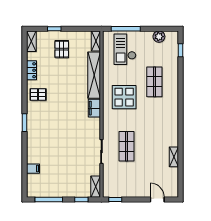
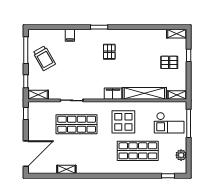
checkout: (125, 49) -> (169, 123), turned 180
locker: (32, 70) -> (149, 34), removed
shop shelf: (154, 82) -> (138, 151), width x1.43, depth x1.36
pallet: (38, 94) -> (109, 52), moved
shop shelf: (127, 146) -> (77, 124), width x1.43, depth x1.36
filing cabinet: (33, 169) -> (70, 35), moved
trolley: (57, 180) -> (44, 58), added
door: (157, 200) -> (26, 154), width x1.87

